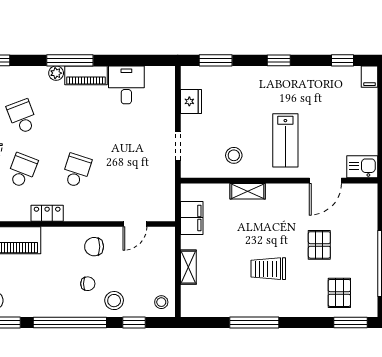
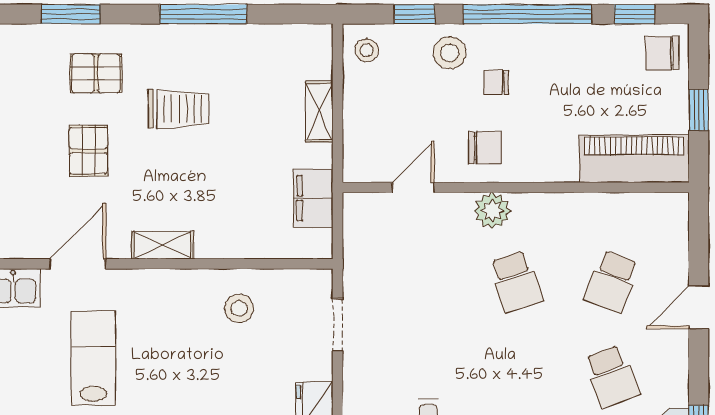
lab bench: (285, 140) -> (93, 358), moved
school desk: (77, 171) -> (516, 282), turned -36
shelving: (248, 191) -> (163, 245), moved
plant: (90, 211) -> (492, 211), added
locker: (47, 213) -> (568, 207), removed
pallet: (339, 293) -> (96, 73), moved, turned 90
window: (350, 323) -> (71, 14), moved

